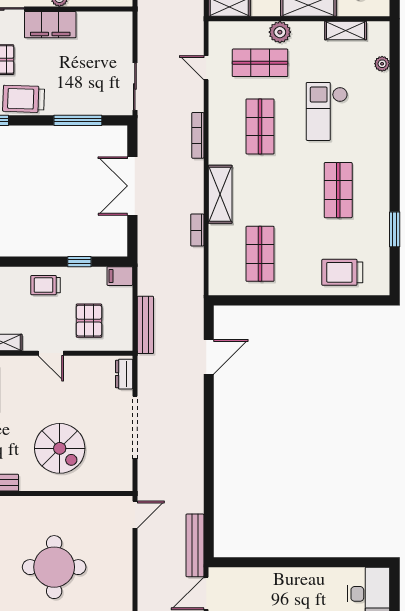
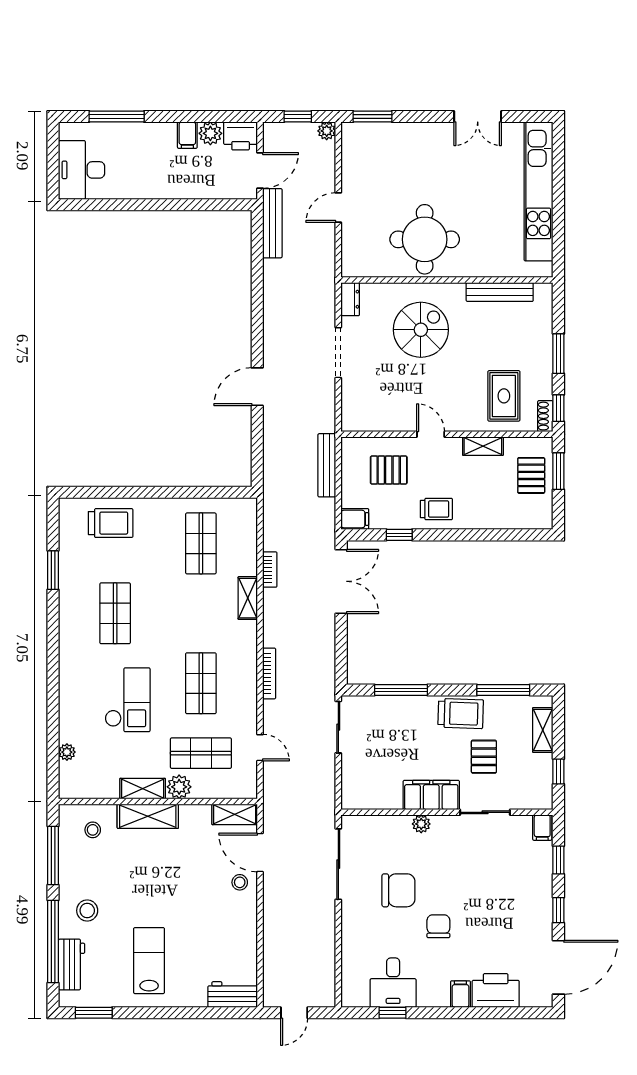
shelving: (346, 31) -> (143, 789), moved
double door: (132, 186) -> (341, 581), moved
shelving: (220, 194) -> (248, 598), width x0.67, depth x0.75
pallet: (89, 321) -> (389, 470), turned 90
door: (209, 357) -> (257, 387), moved
dresser: (124, 374) -> (350, 299), moved
doorway: (135, 428) -> (338, 353), width x0.73
spiral stairs: (60, 448) -> (421, 330), turned 90
door: (135, 515) -> (338, 208), moved
round table: (54, 567) -> (425, 239), moved

